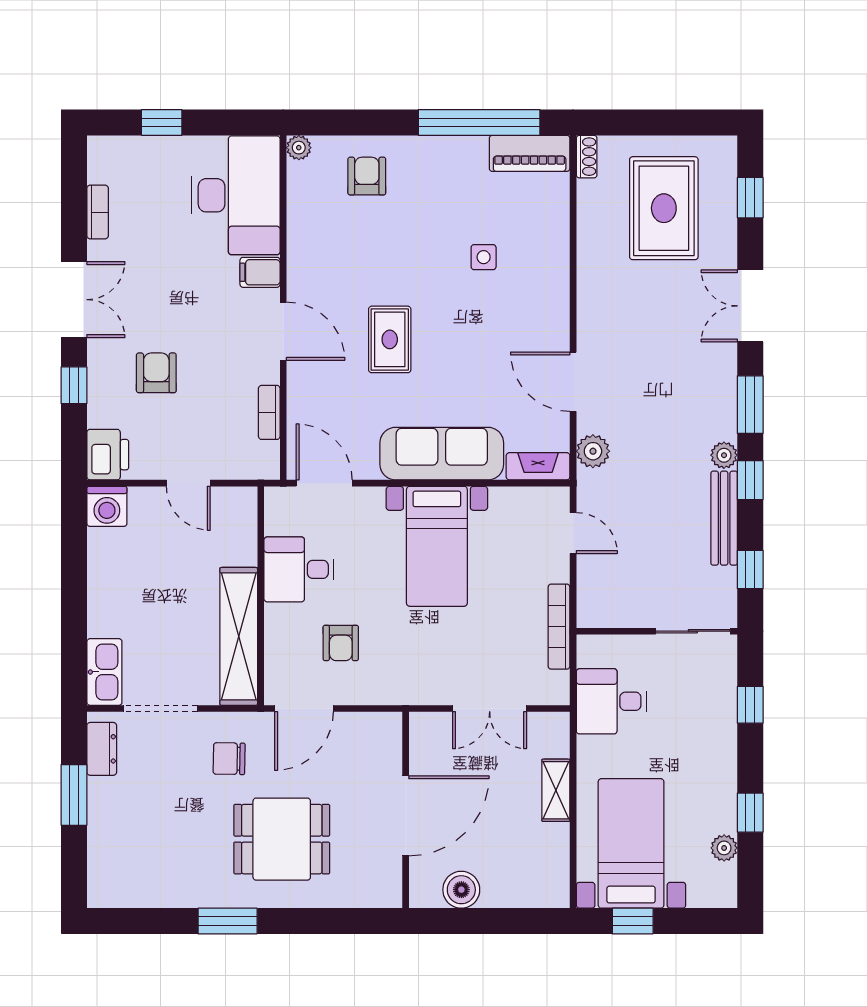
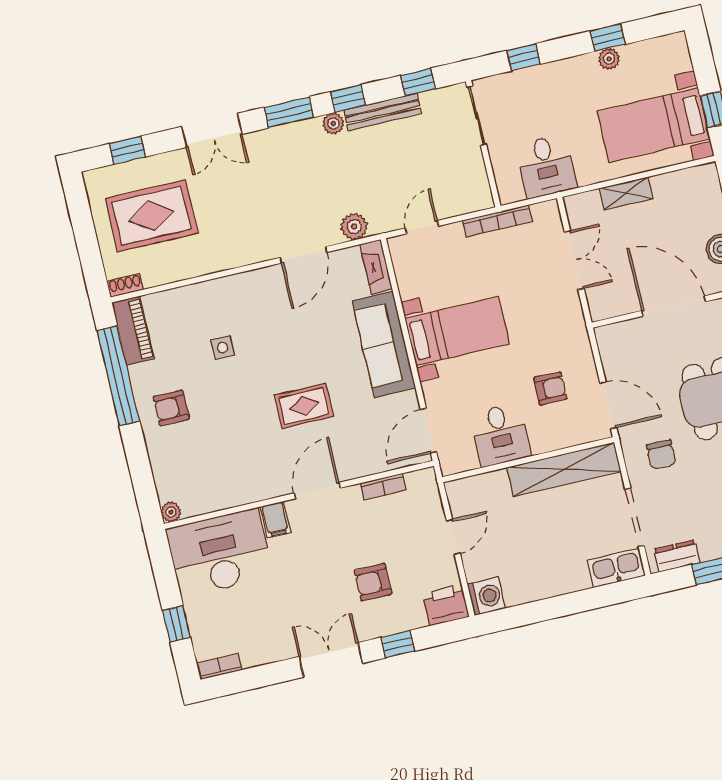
armchair: (367, 176) -> (171, 408), moved
bookcase: (98, 212) -> (219, 667), moved
plant: (724, 848) -> (609, 59), moved

